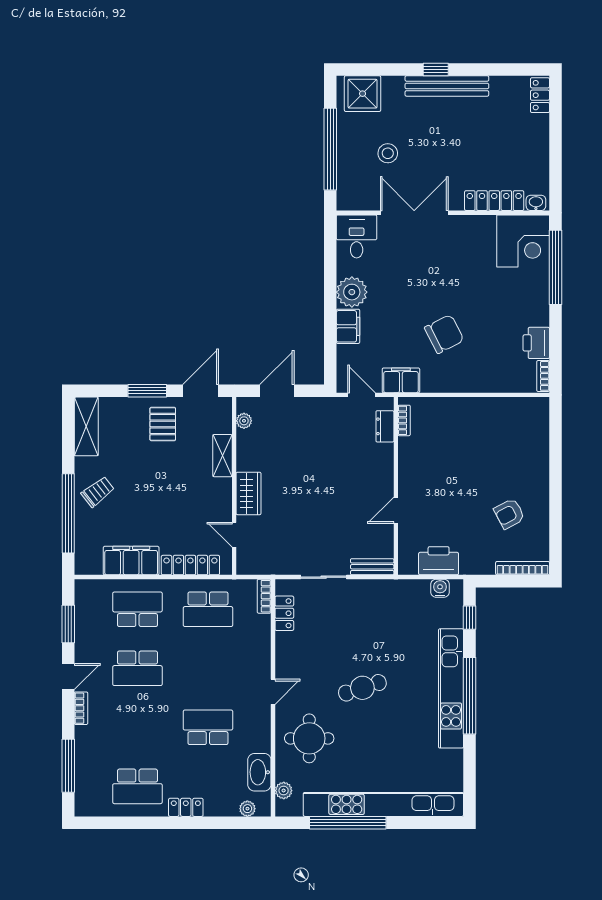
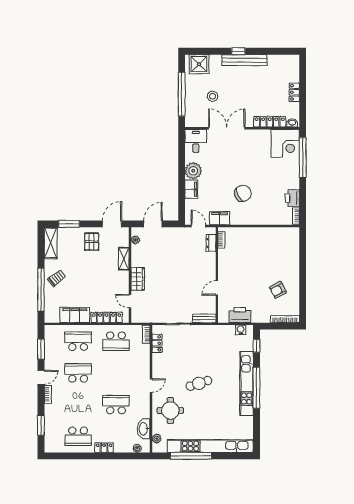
locker: (540, 95) -> (294, 92), moved
window: (147, 391) -> (69, 224), moved
school desk: (137, 668) -> (78, 373), turned 180
window: (68, 766) -> (41, 425), width x0.69

